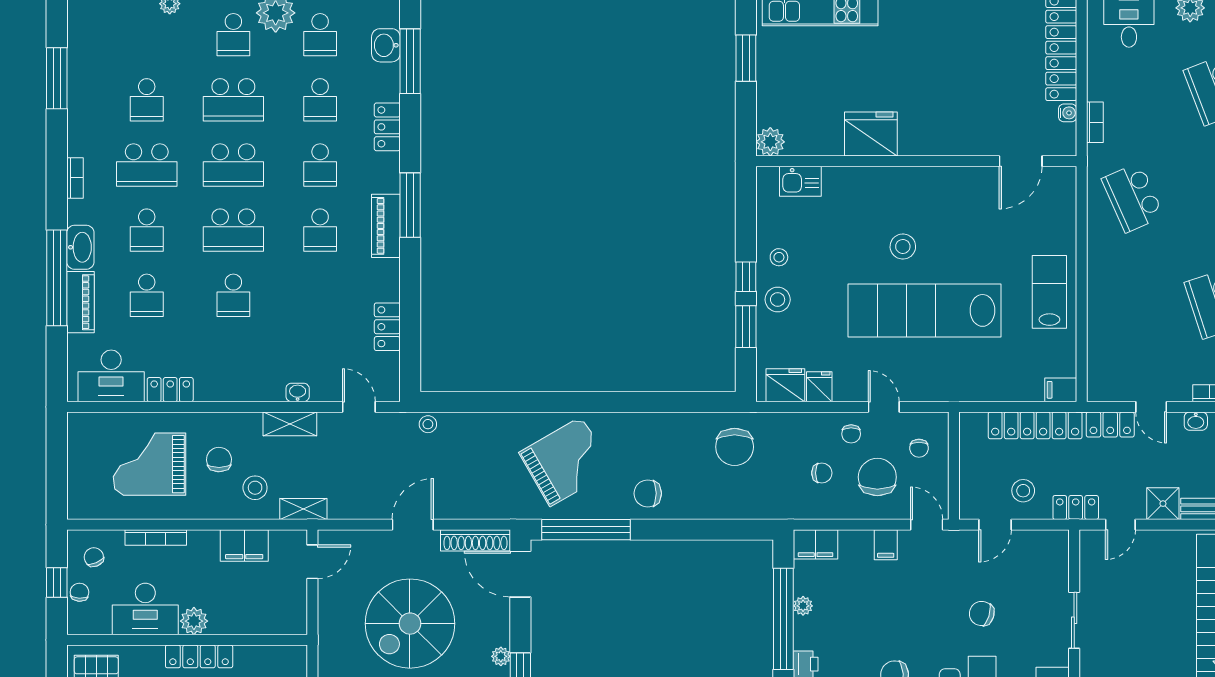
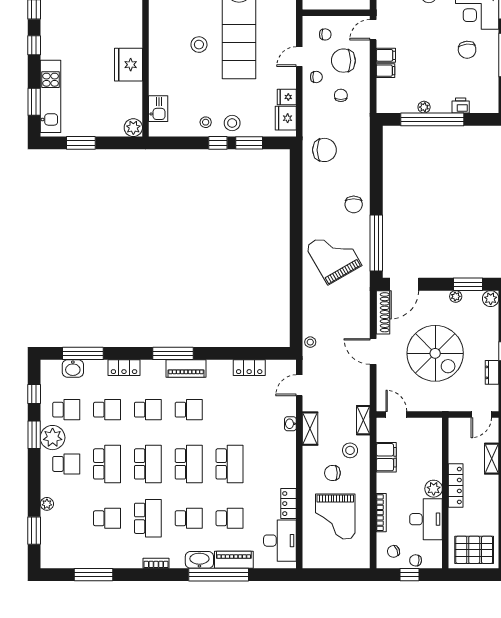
school desk: (233, 295) -> (229, 464), width x1.85
filing cabinet: (816, 544) -> (385, 71), moved, width x0.50

